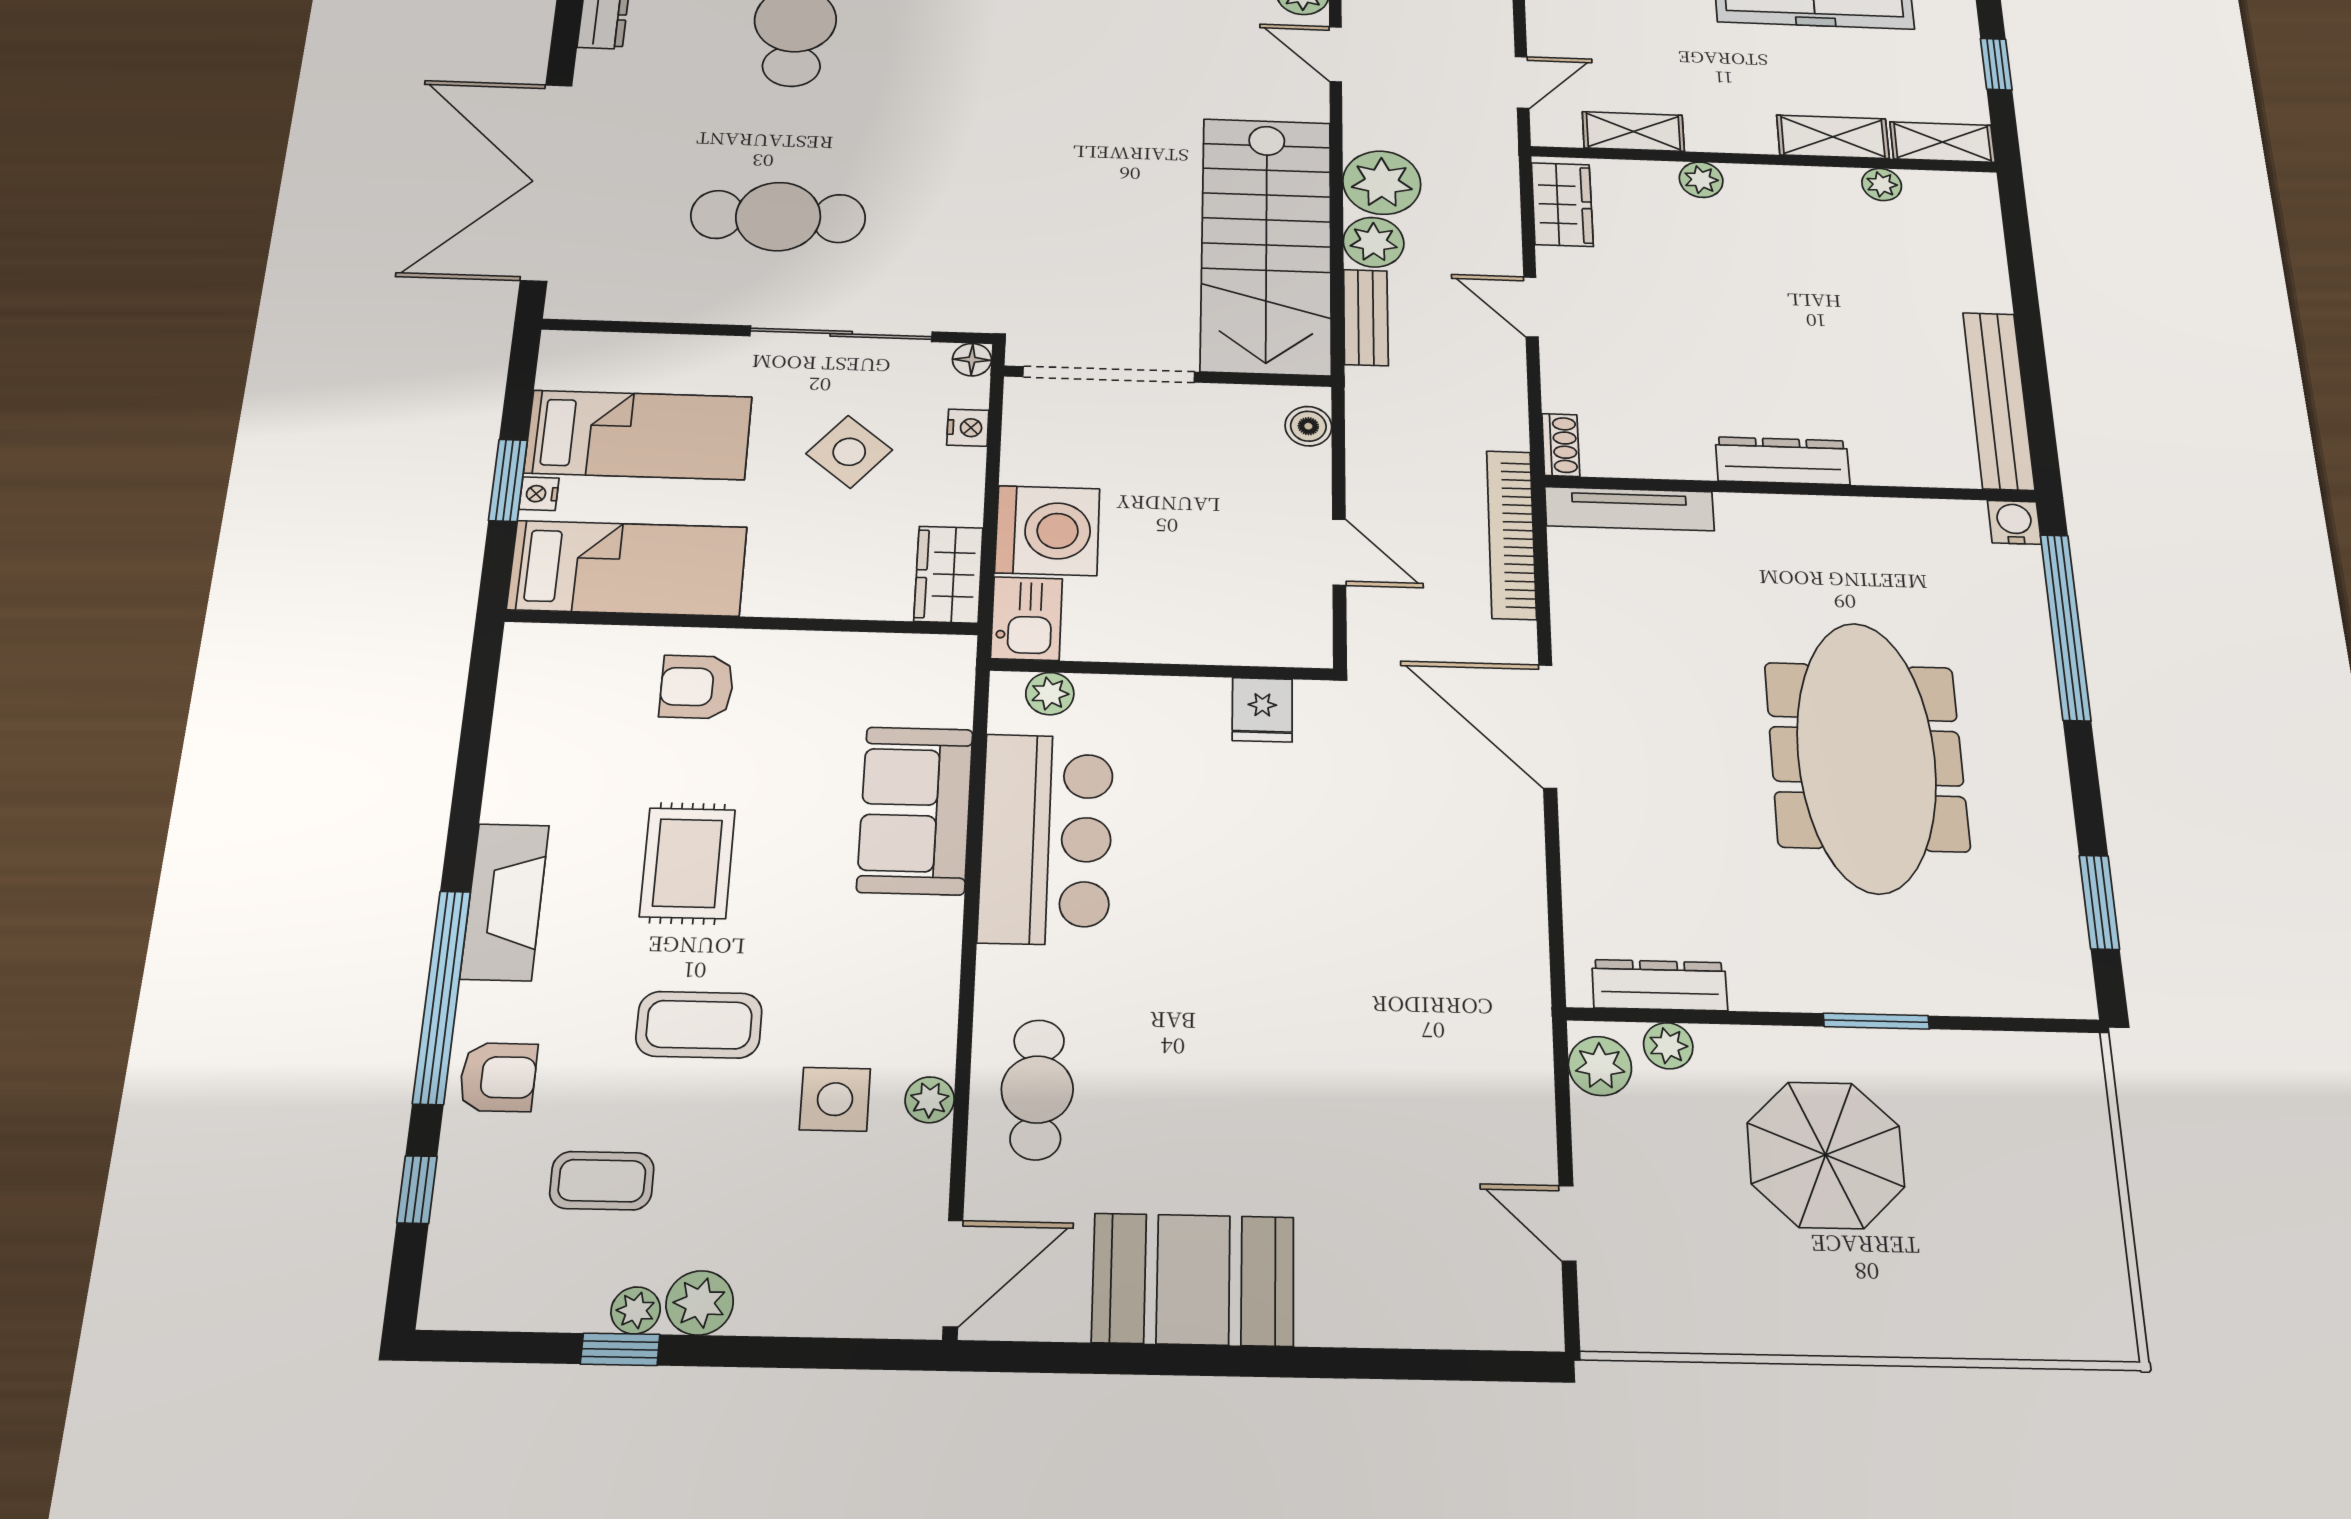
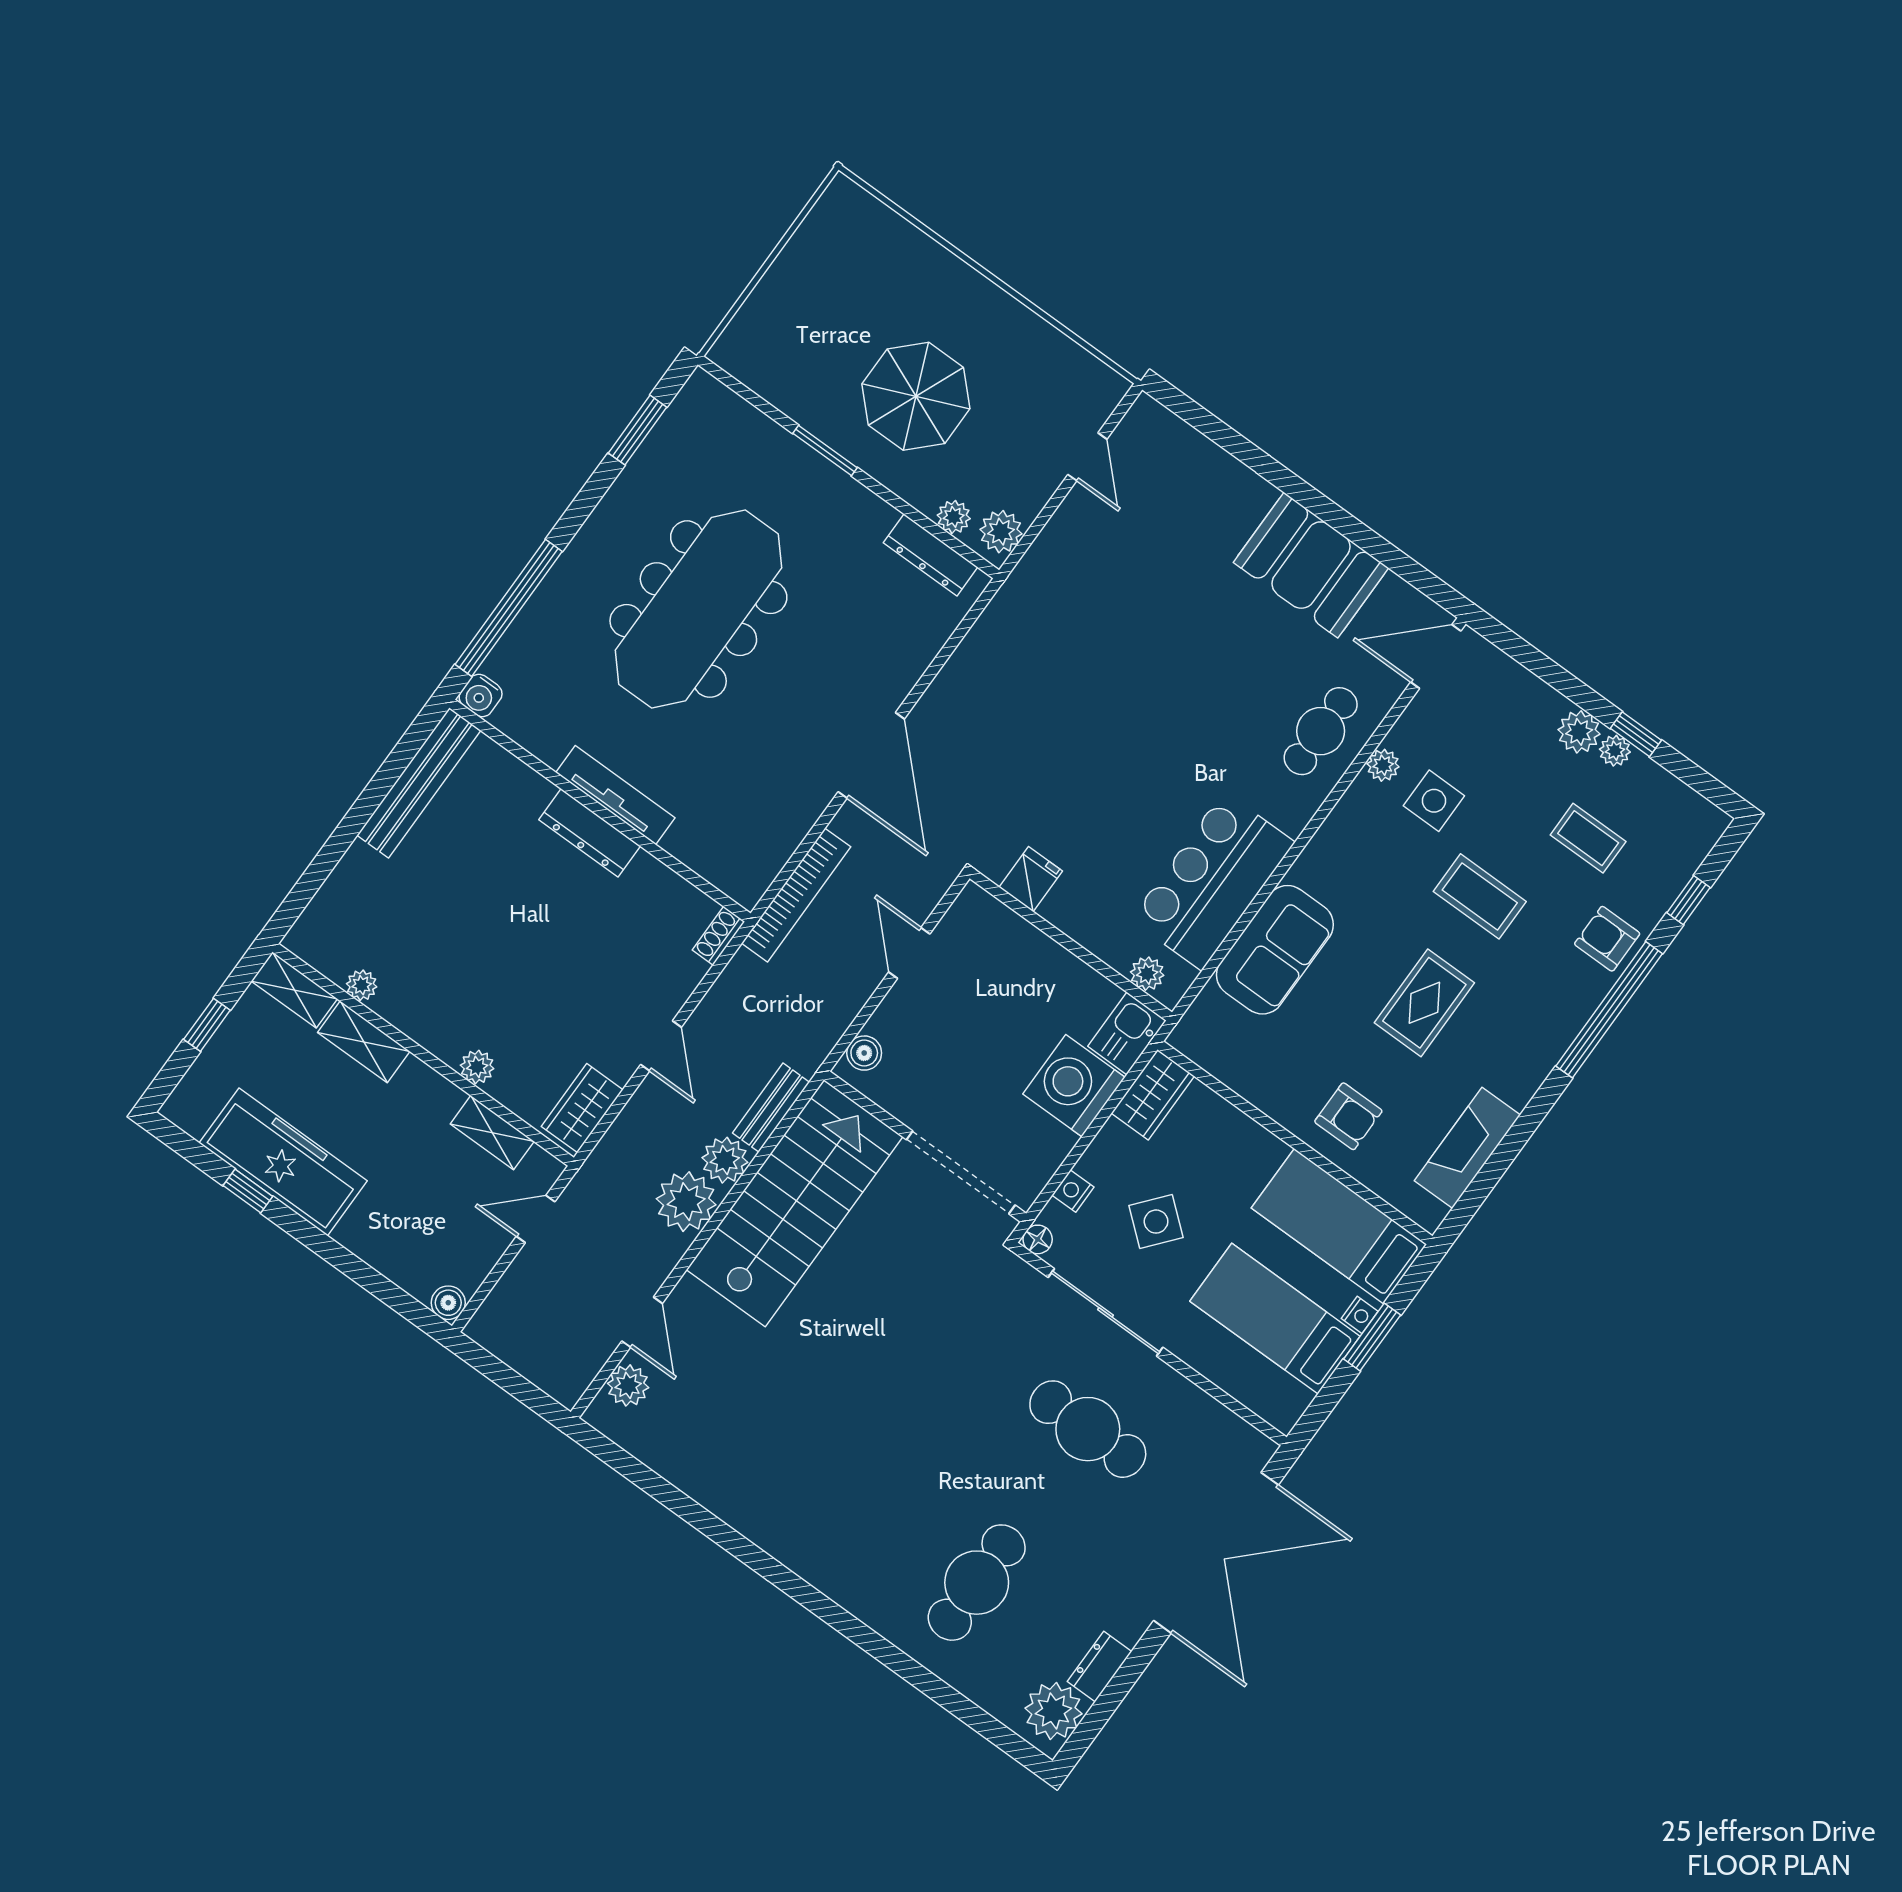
tv unit: (1629, 509) -> (615, 795), moved
fireplace: (505, 902) -> (1467, 1148), moved

